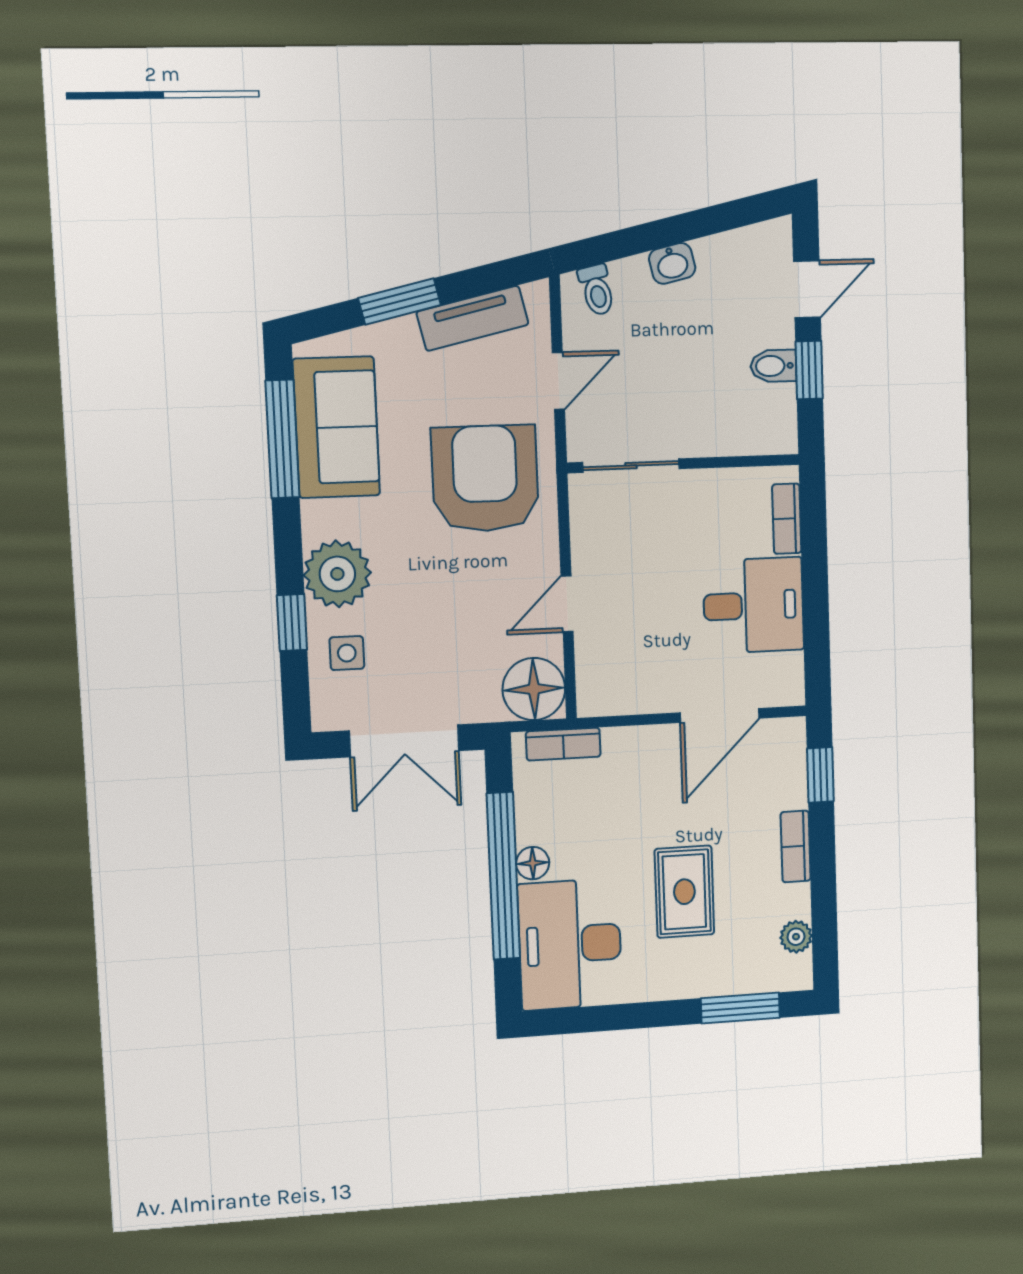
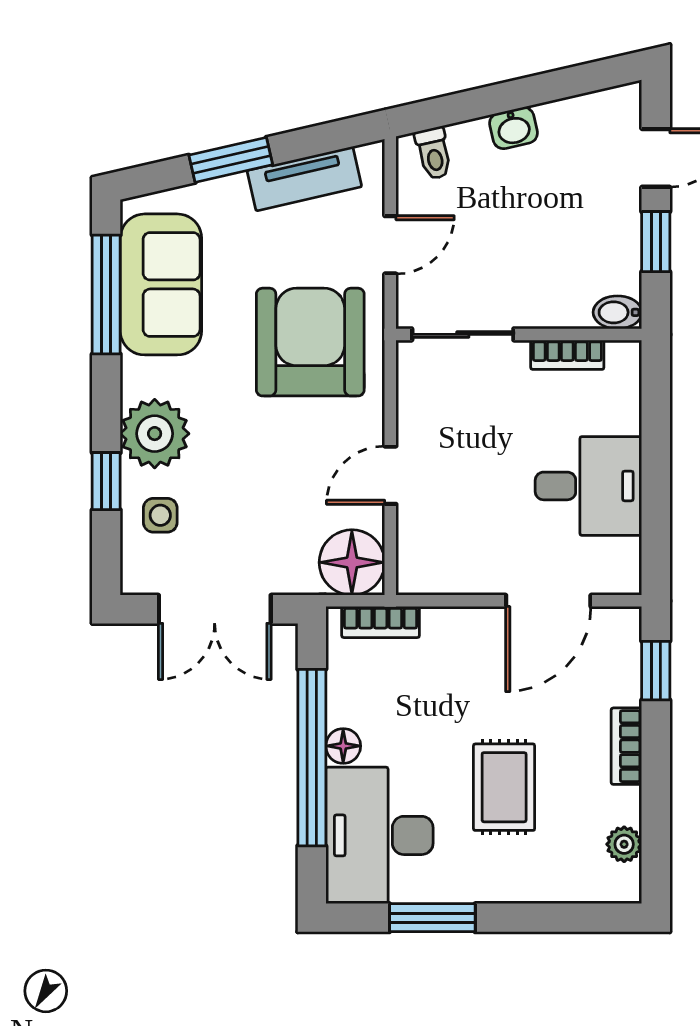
bidet: (773, 366) -> (617, 312), moved
bookcase: (787, 519) -> (567, 355), moved, turned -90
window: (740, 1008) -> (432, 918), moved

